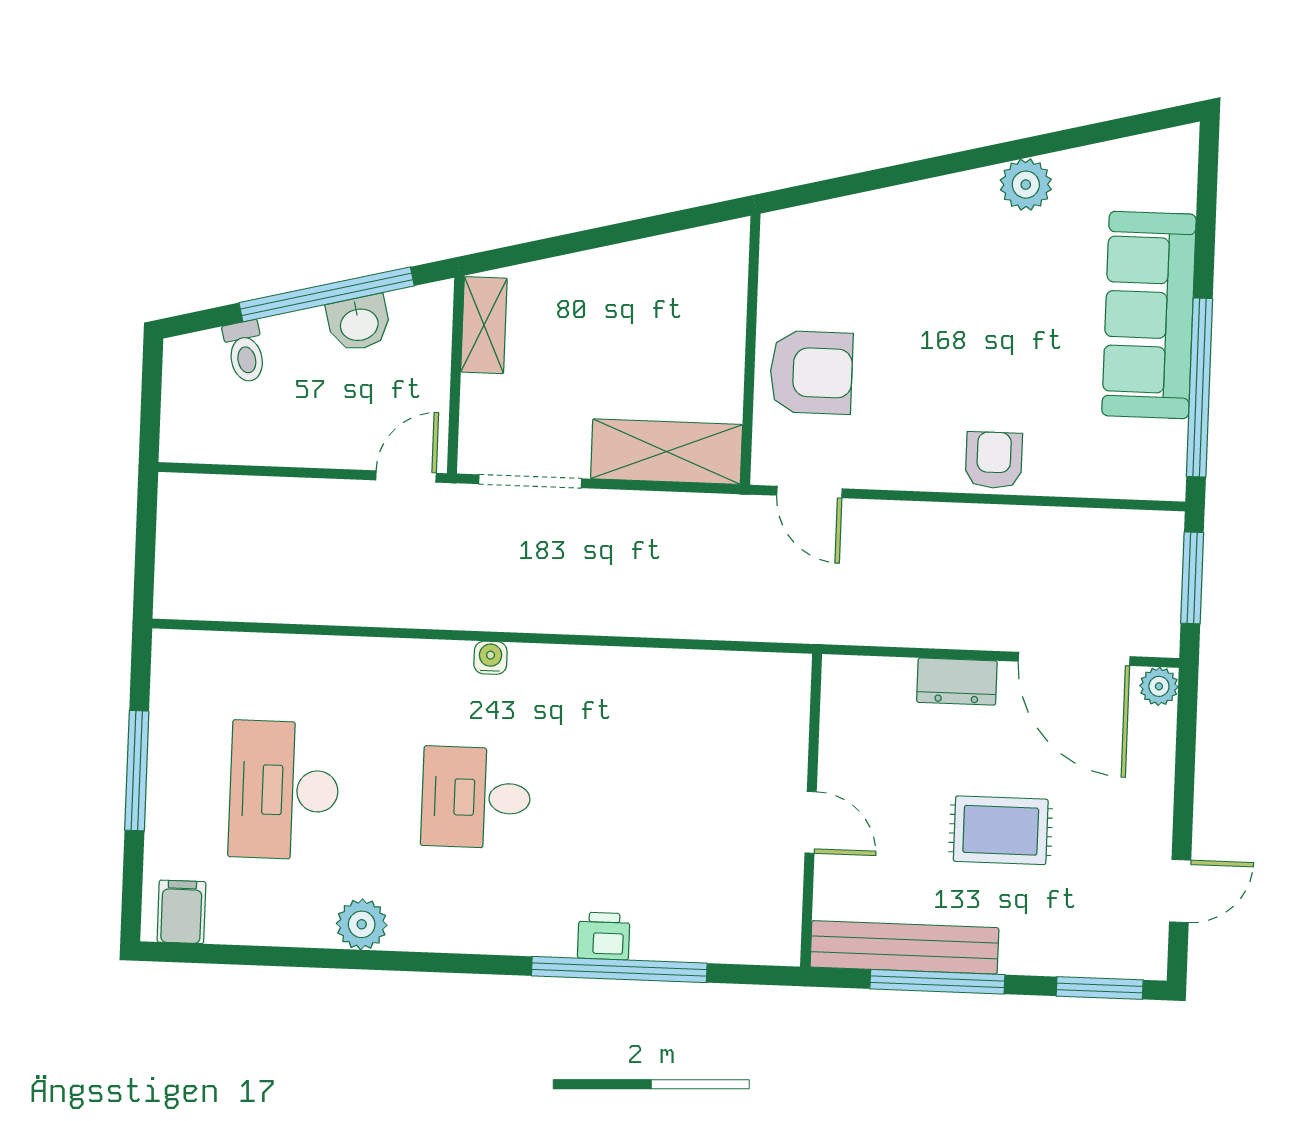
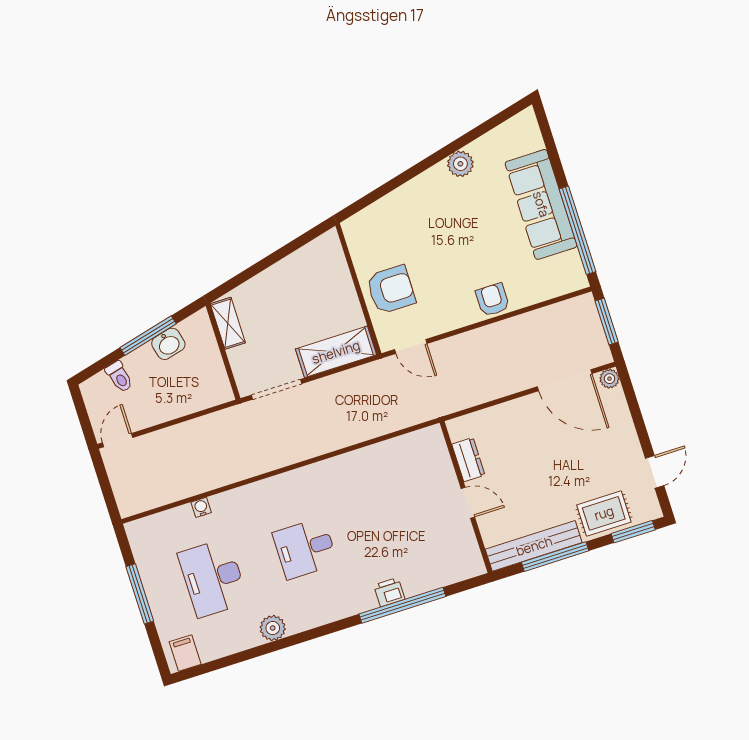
window: (327, 294) -> (148, 336), width x0.68
door: (406, 477) -> (118, 440), moved
water cooler: (490, 658) -> (201, 507), moved
dresser: (957, 682) -> (468, 460), moved, turned -90
rug: (1001, 830) -> (604, 513), moved

